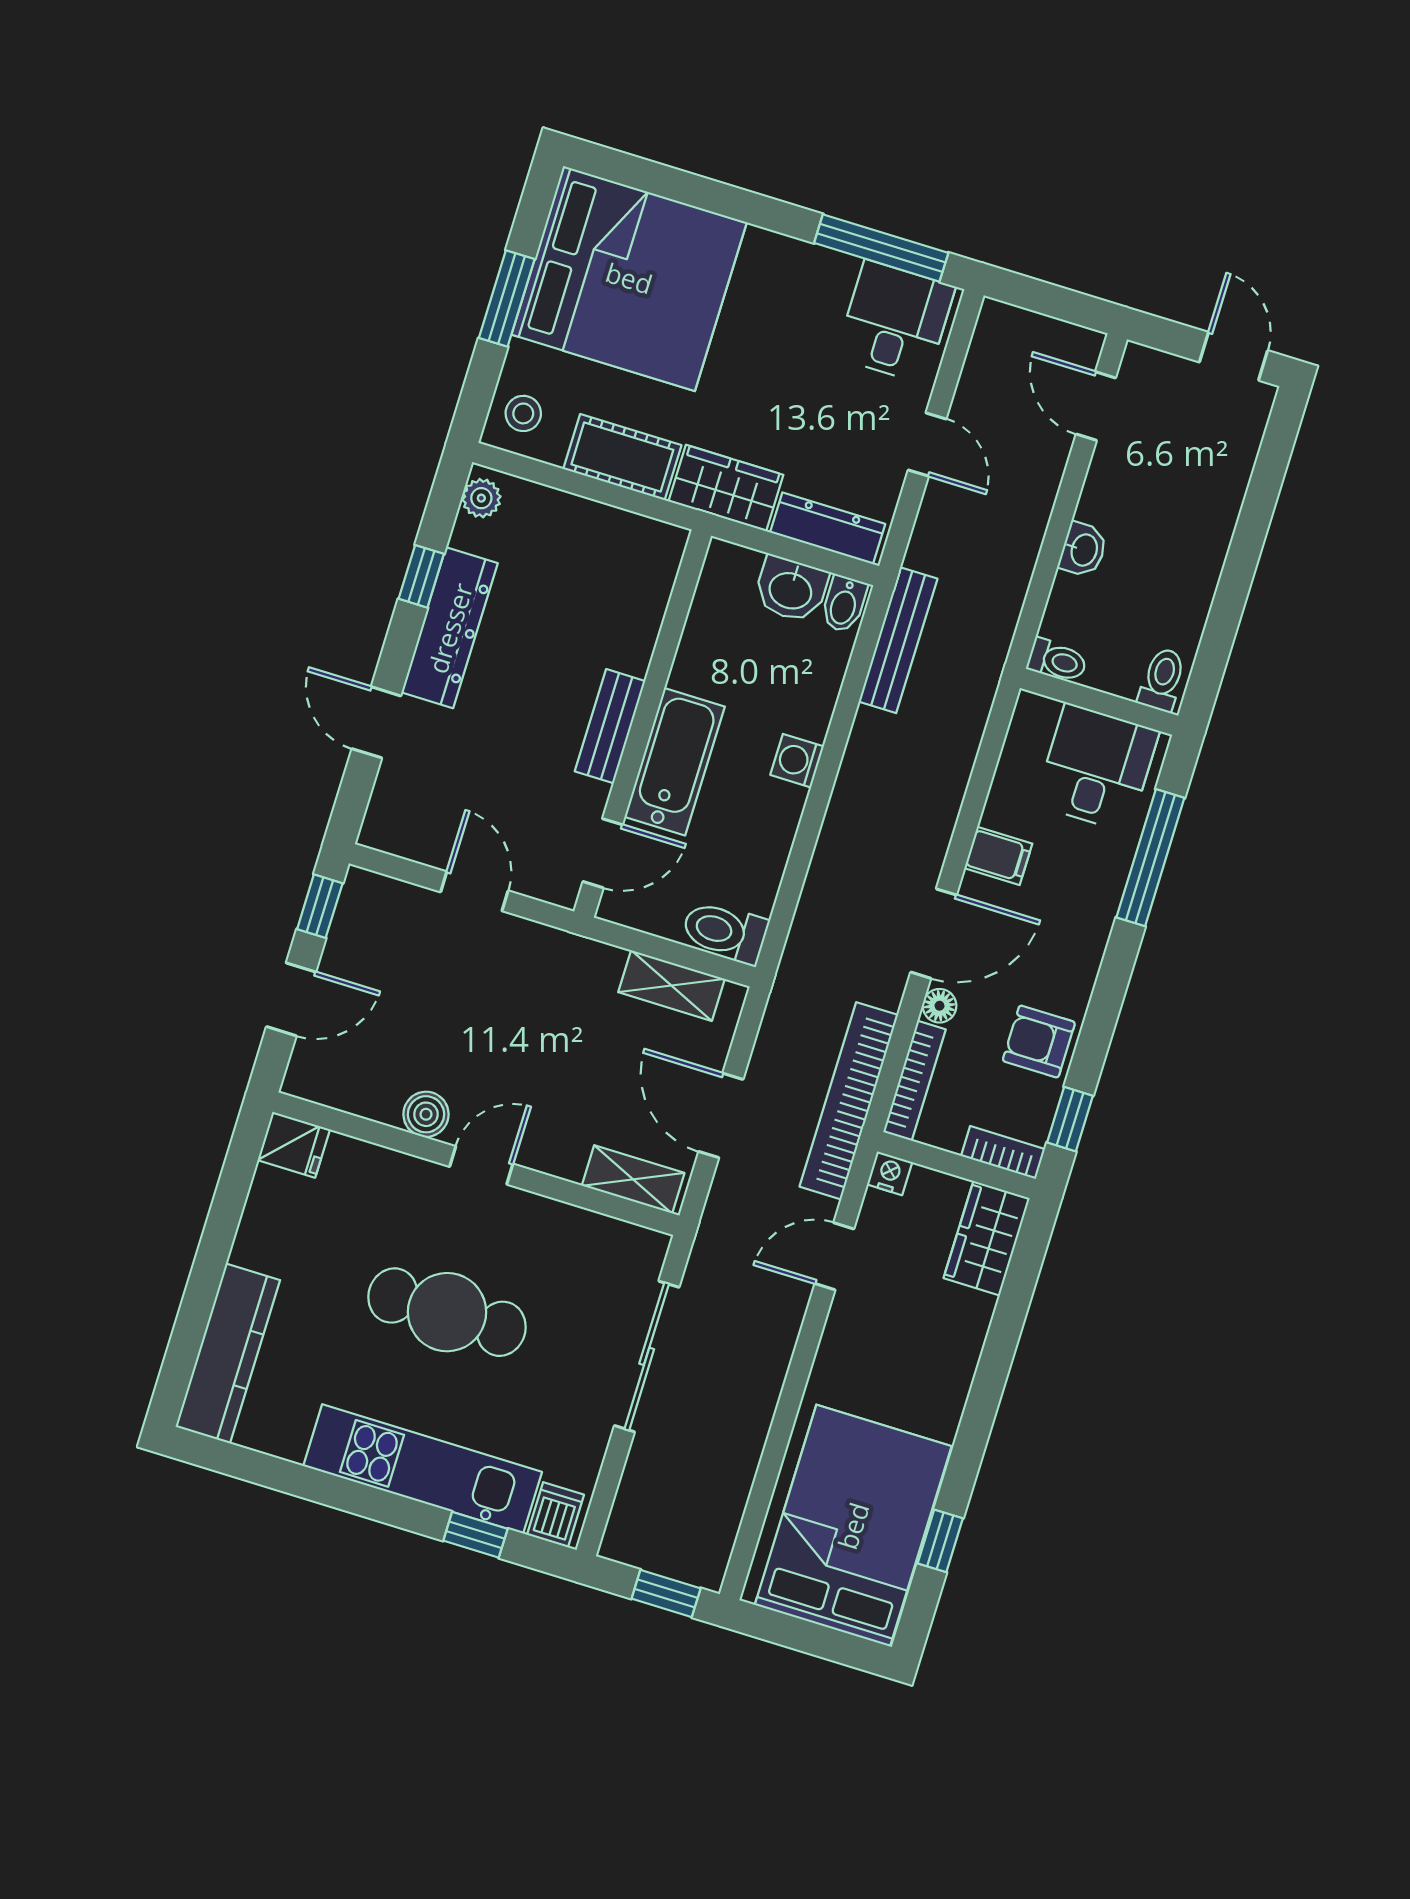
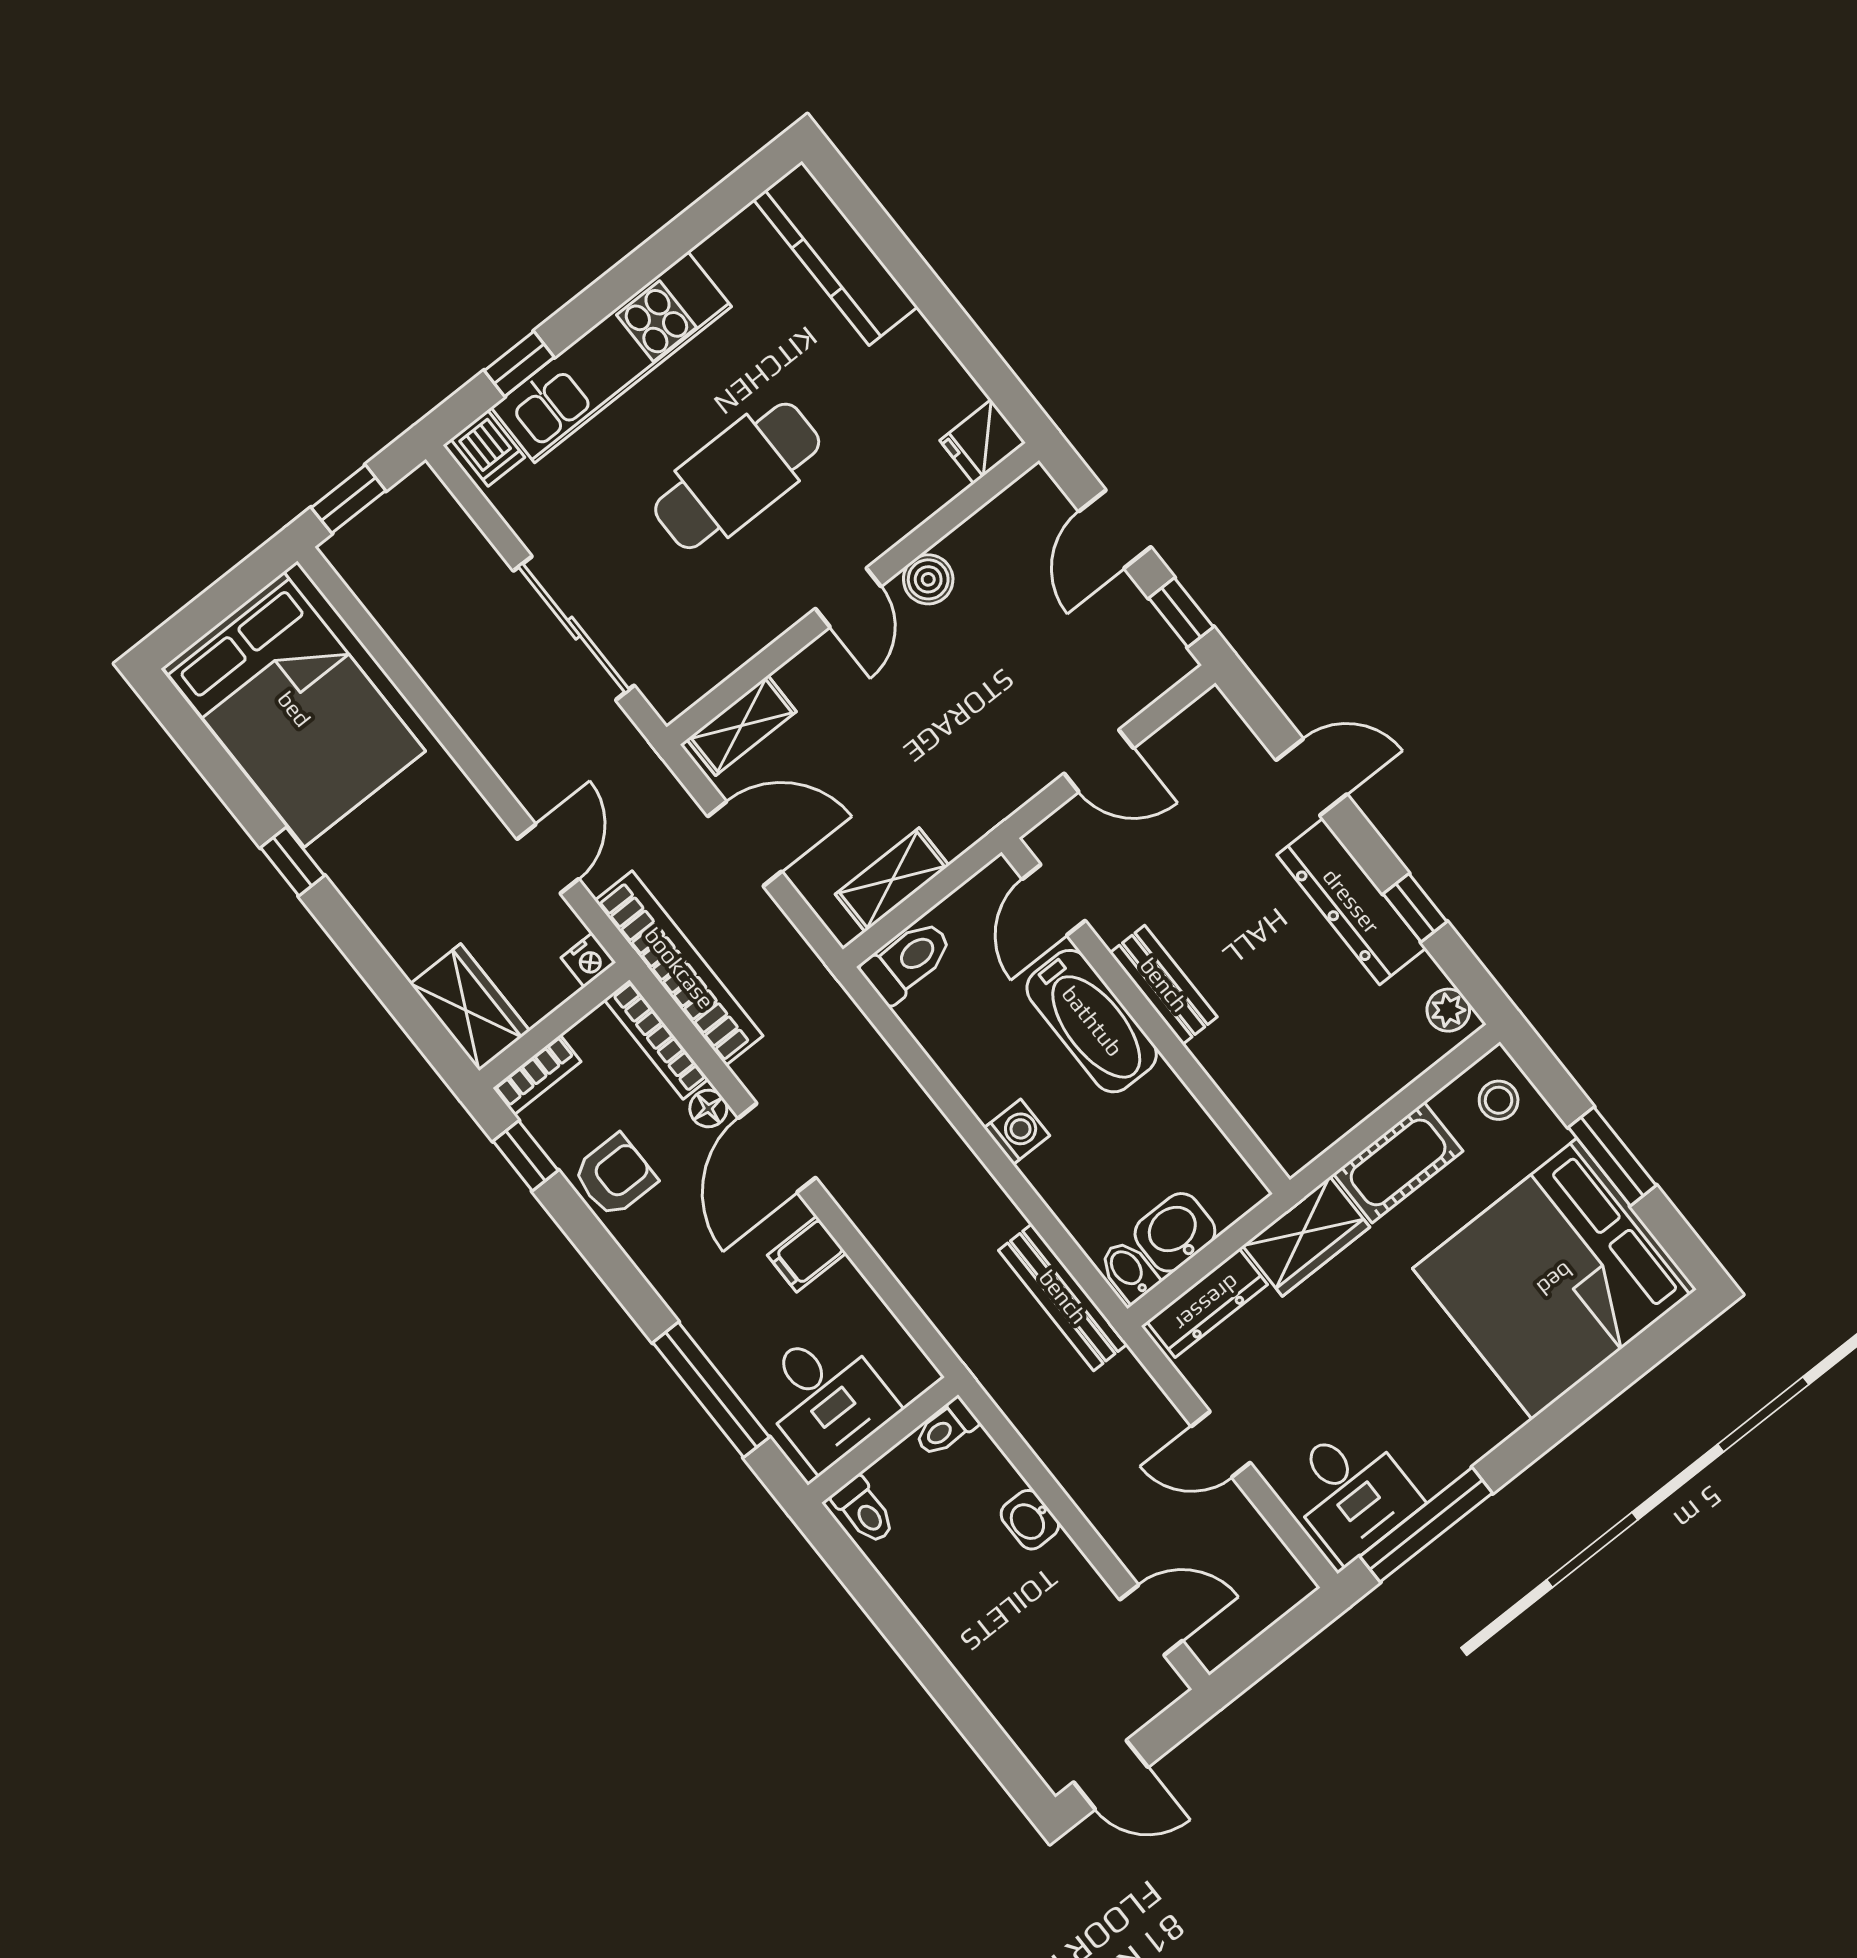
window: (940, 1541) -> (292, 862), moved

